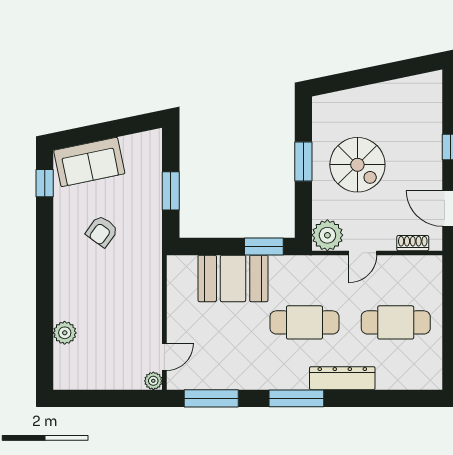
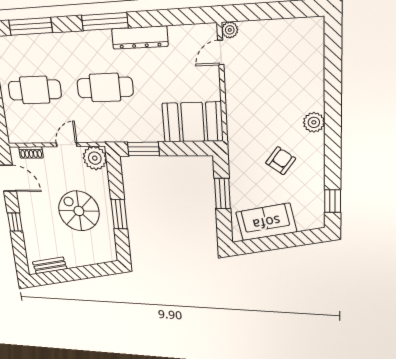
bench: (409, 86) -> (50, 265), added
sofa: (89, 162) -> (266, 222), moved
booth: (233, 278) -> (193, 122), moved
plant: (65, 333) -> (314, 122), moved
dresser: (342, 378) -> (140, 38), moved
window: (211, 398) -> (30, 26), moved

